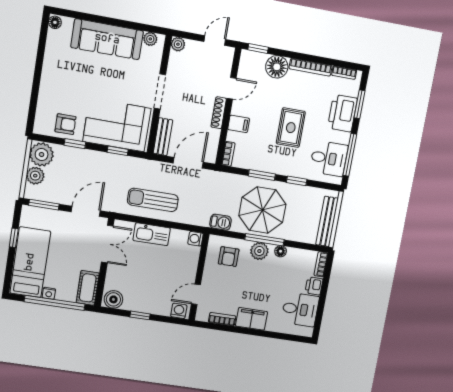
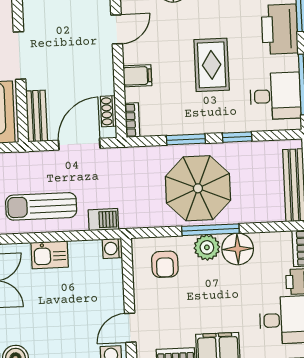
shoe rack: (219, 113) -> (108, 111), moved, width x0.70
barbecue: (221, 222) -> (103, 220), moved
kitchen sink: (152, 234) -> (50, 255), width x0.73
floor lamp: (281, 251) -> (238, 249), width x1.89, depth x1.89

